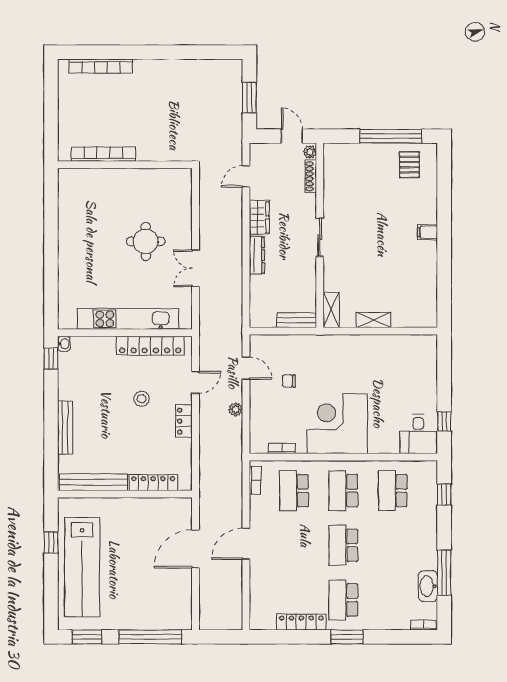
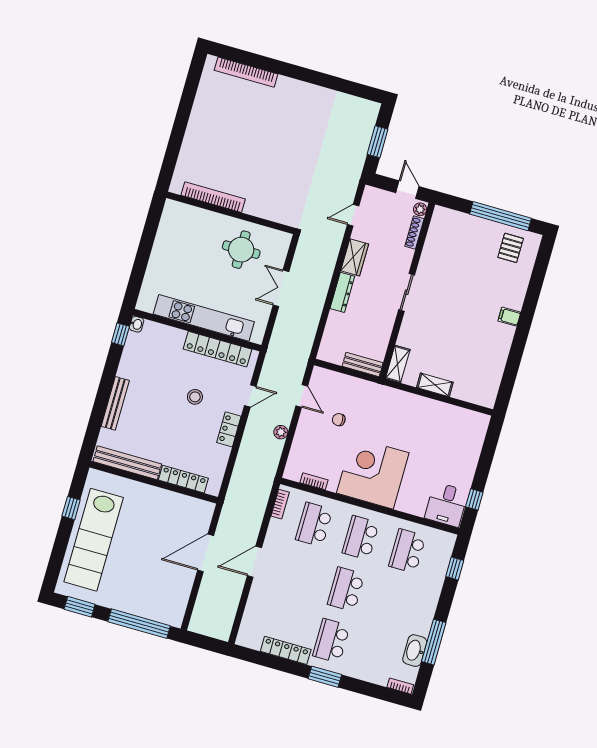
bookcase: (104, 154) -> (213, 197), moved
wall: (125, 165) -> (230, 213), moved

